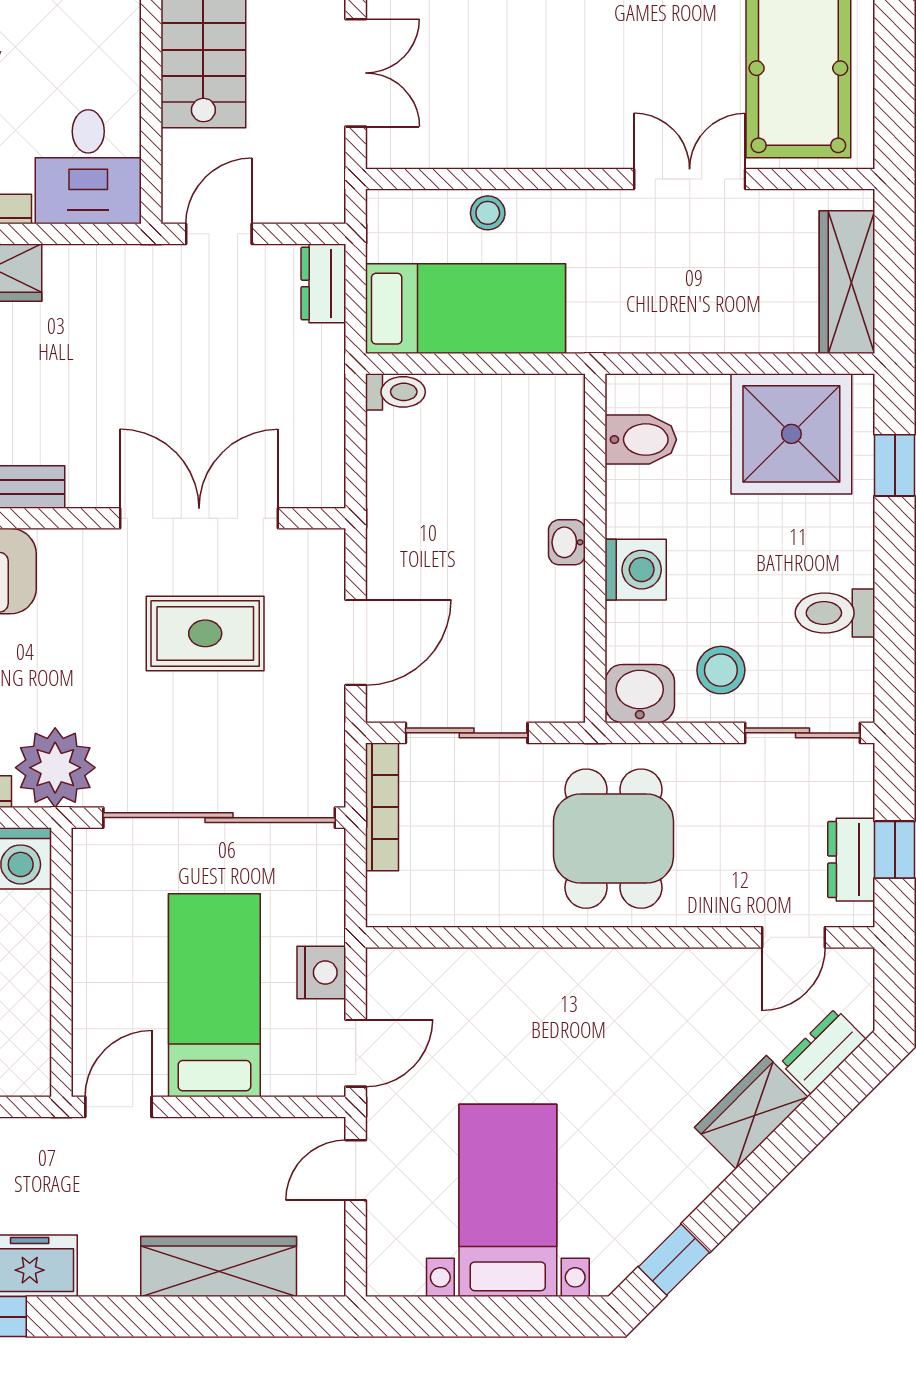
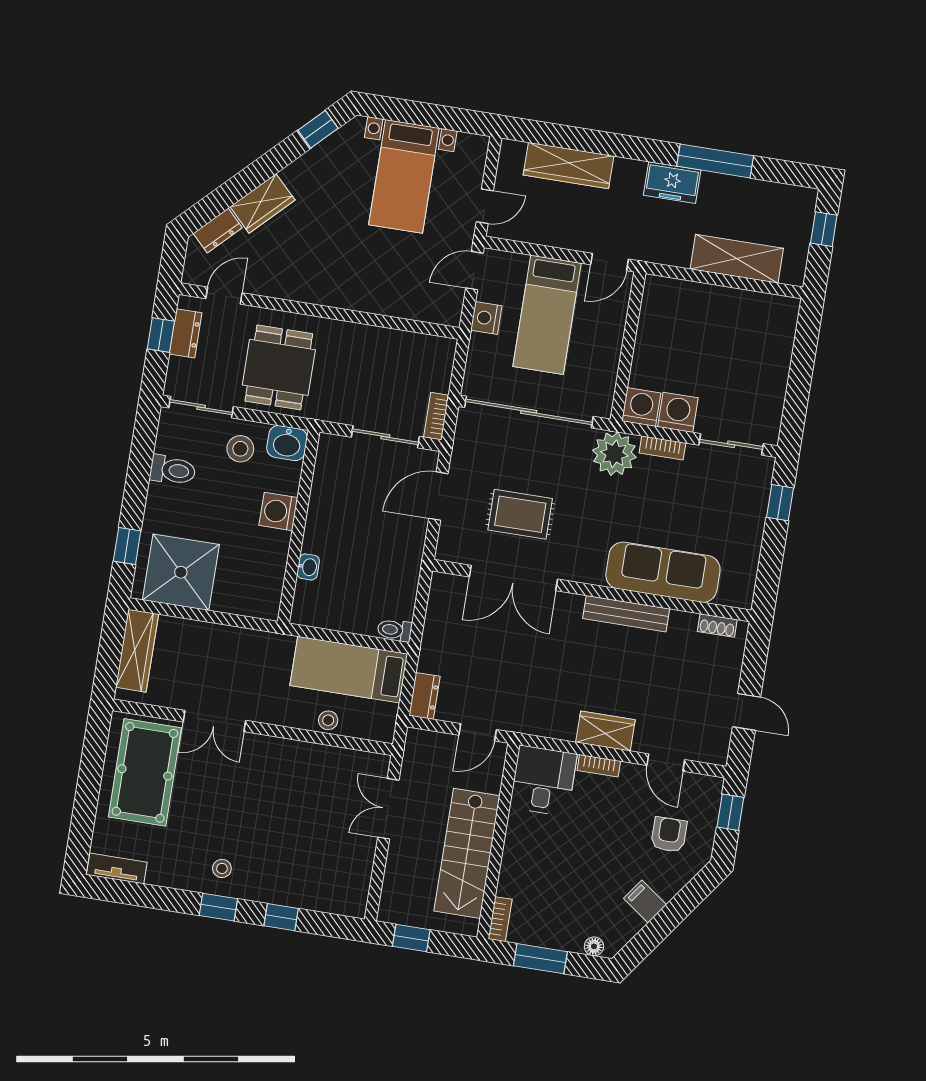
bidet: (641, 440) -> (264, 582), removed
washbasin: (567, 542) -> (308, 567), moved
bookcase: (382, 807) -> (436, 416), width x0.64
dining table: (614, 839) -> (279, 367), moved

